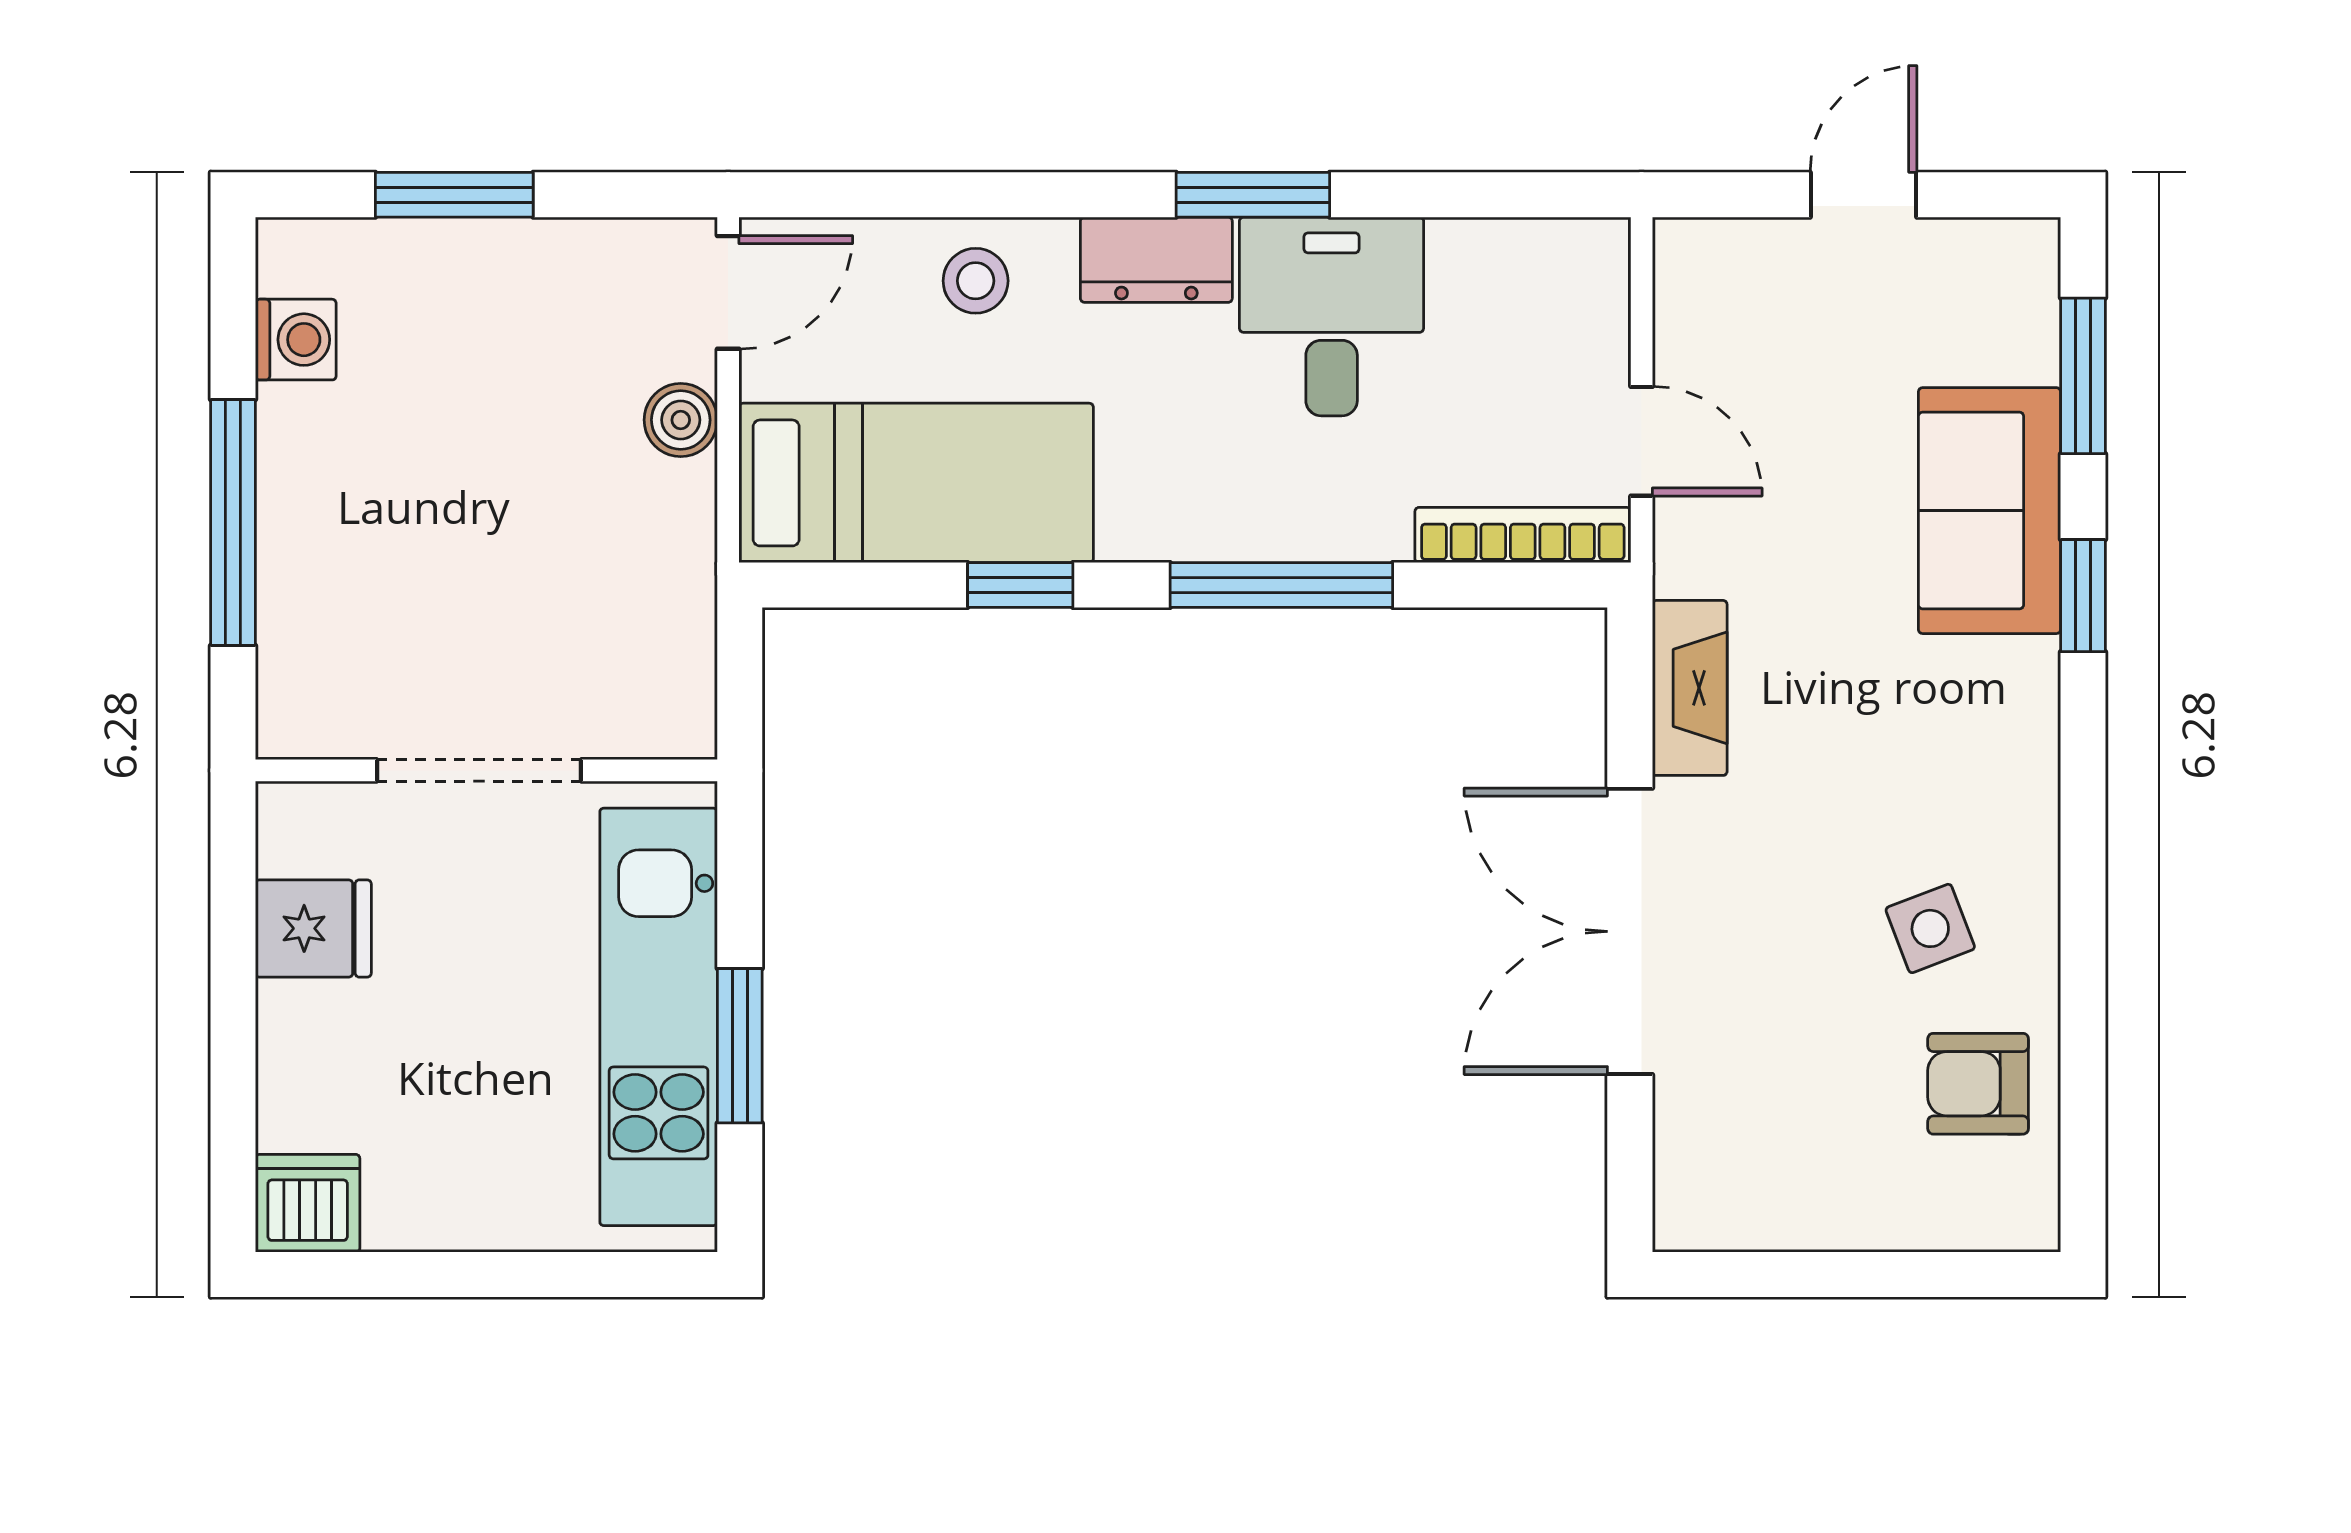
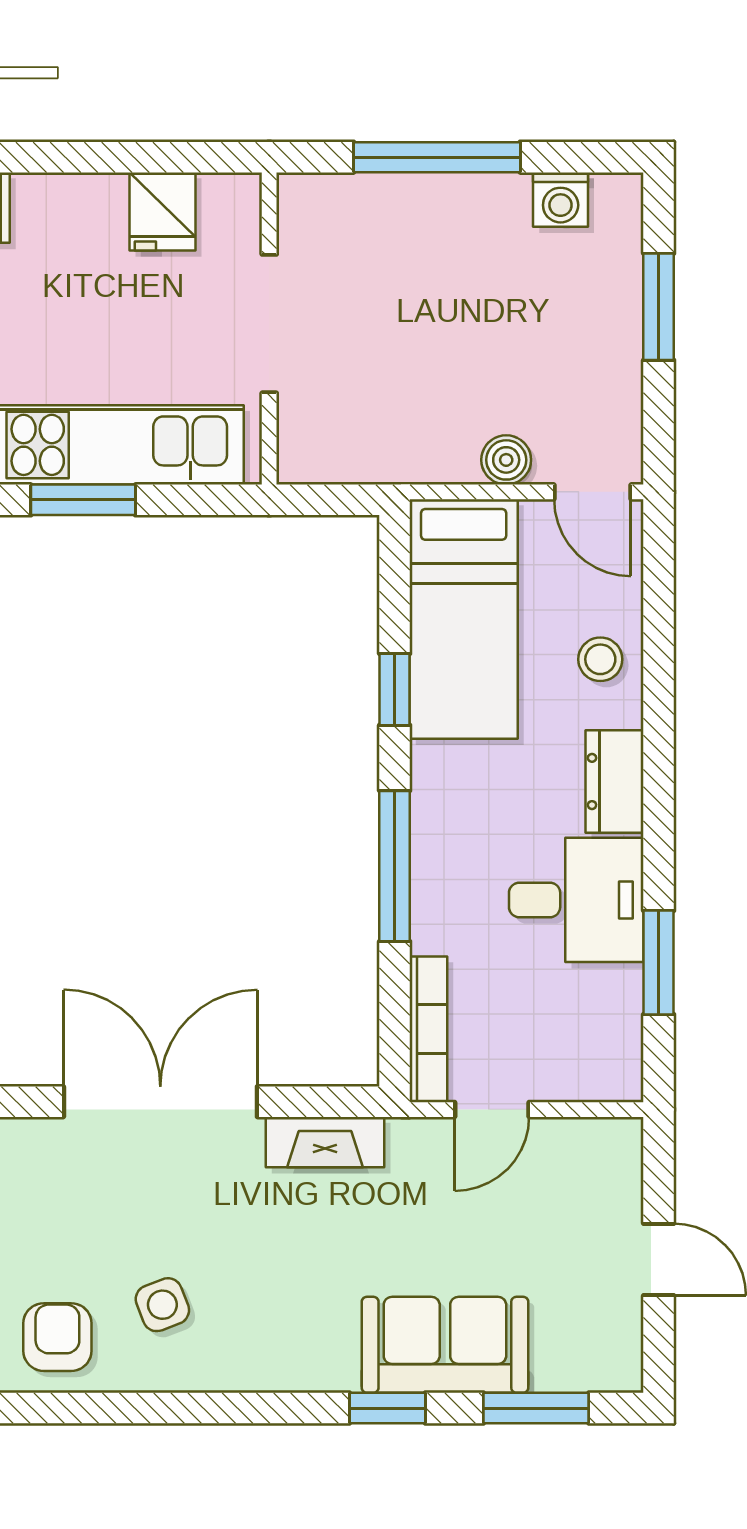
window: (1253, 195) -> (659, 963), moved

